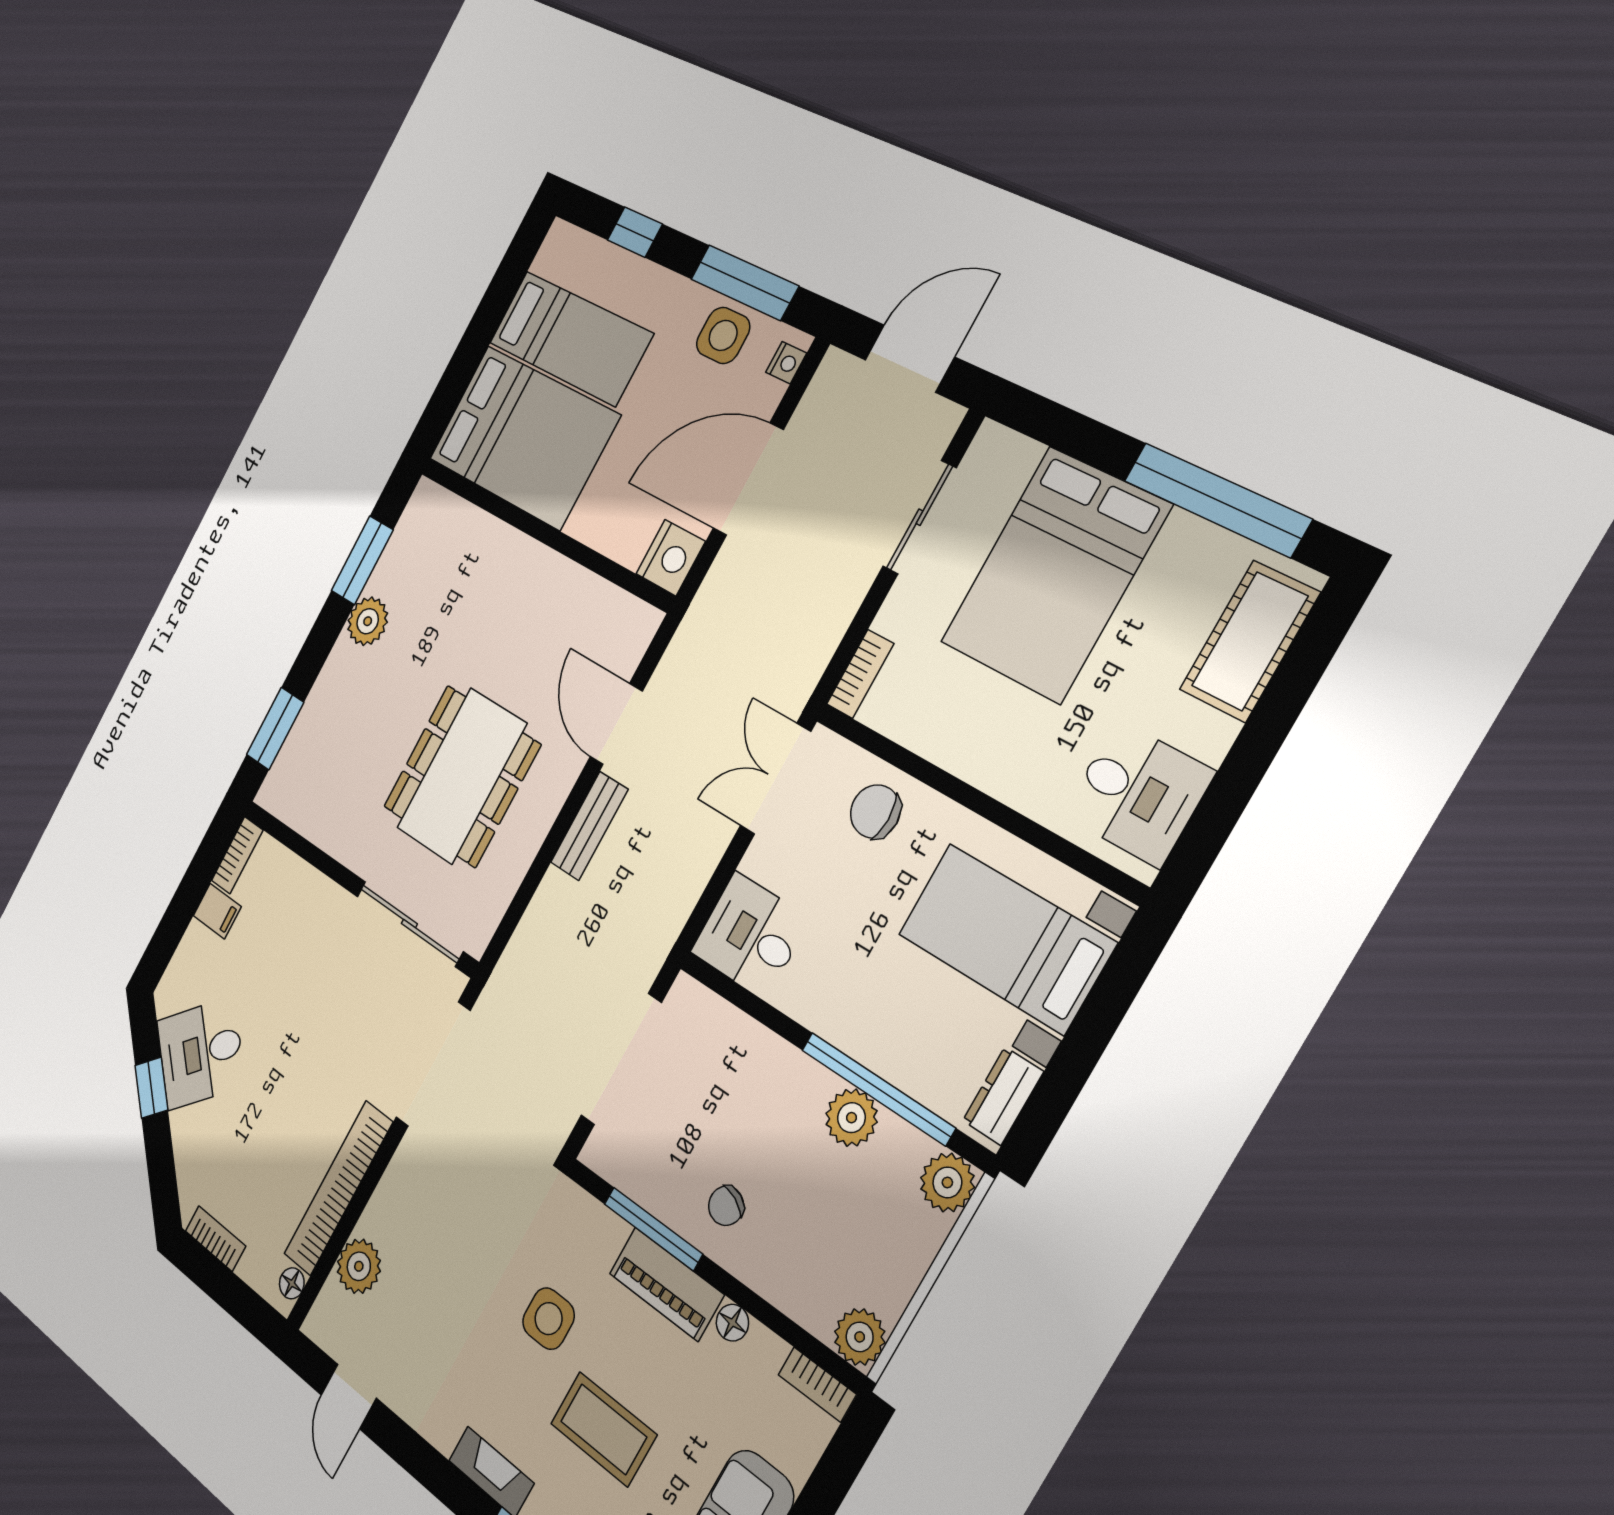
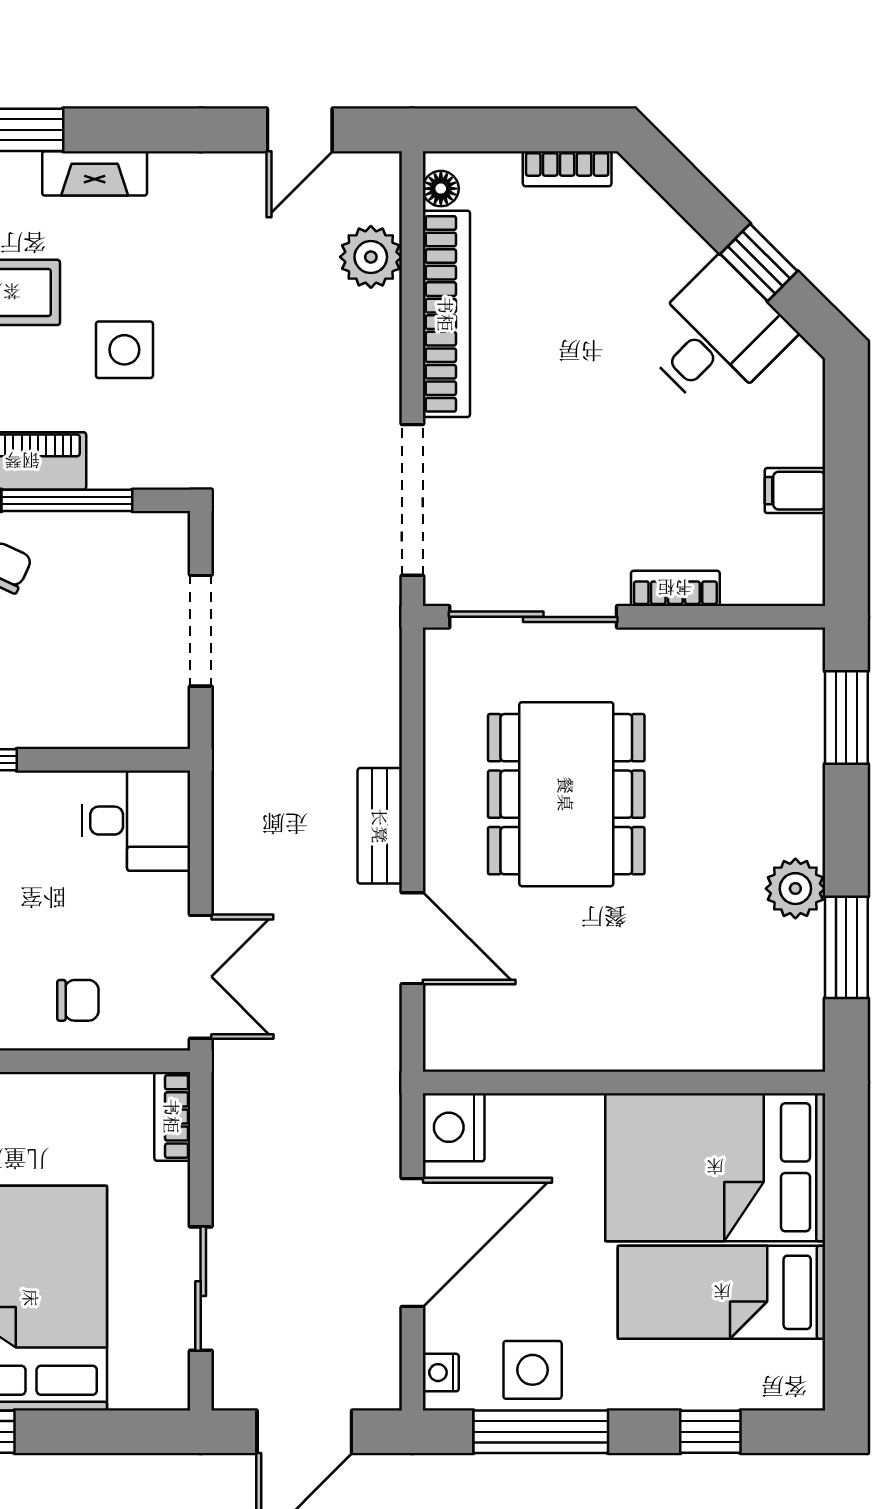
chair: (875, 812) -> (78, 1000), width x0.73, depth x0.73
bookcase: (237, 855) -> (675, 588), moved, turned 90
doorway: (621, 1059) -> (201, 631), width x0.73
door: (349, 1396) -> (300, 130), swing flipped

